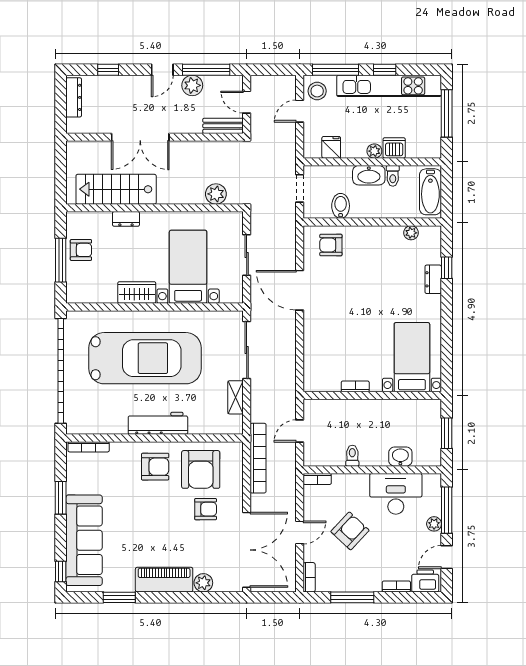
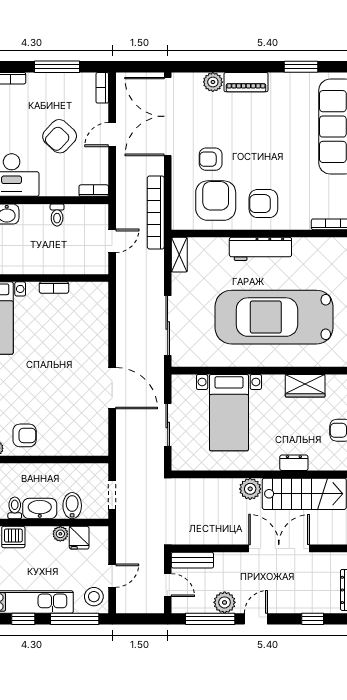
plant: (374, 151) -> (60, 534), moved
plant: (216, 194) -> (250, 489), moved
bidet: (341, 206) -> (72, 506), moved, turned 180
armchair: (331, 245) -> (25, 435), moved
wardrobe: (137, 292) -> (305, 386), moved
shelving: (235, 397) -> (179, 255), moved
piano: (164, 580) -> (246, 82), width x0.73, depth x0.75

